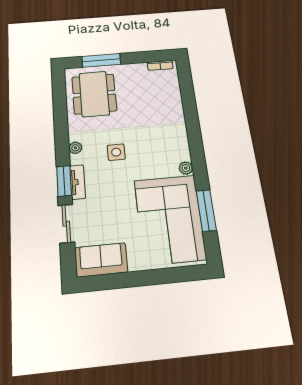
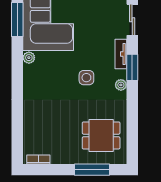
dining table: (94, 94) -> (101, 135), width x0.73
window: (64, 181) -> (132, 67), moved

